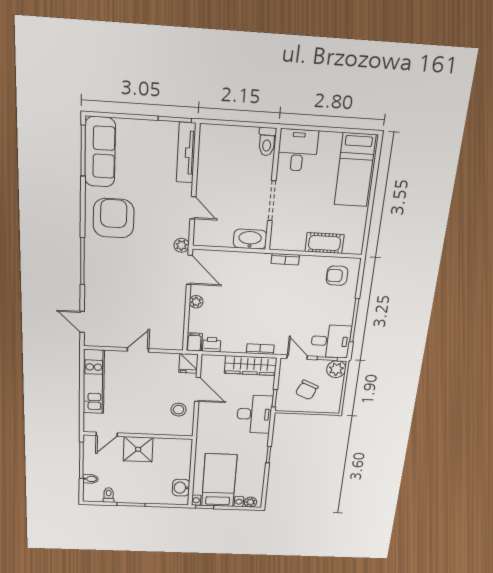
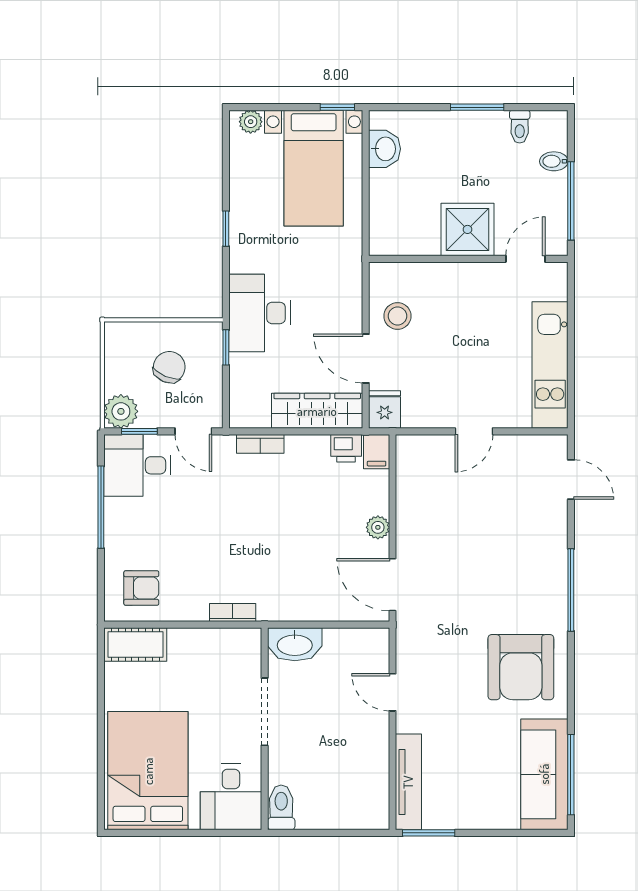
bed: (355, 170) -> (148, 771), width x1.50
cot: (325, 243) -> (135, 645), moved
plant: (182, 245) -> (408, 627), removed
wardrobe: (251, 366) -> (317, 411), moved

